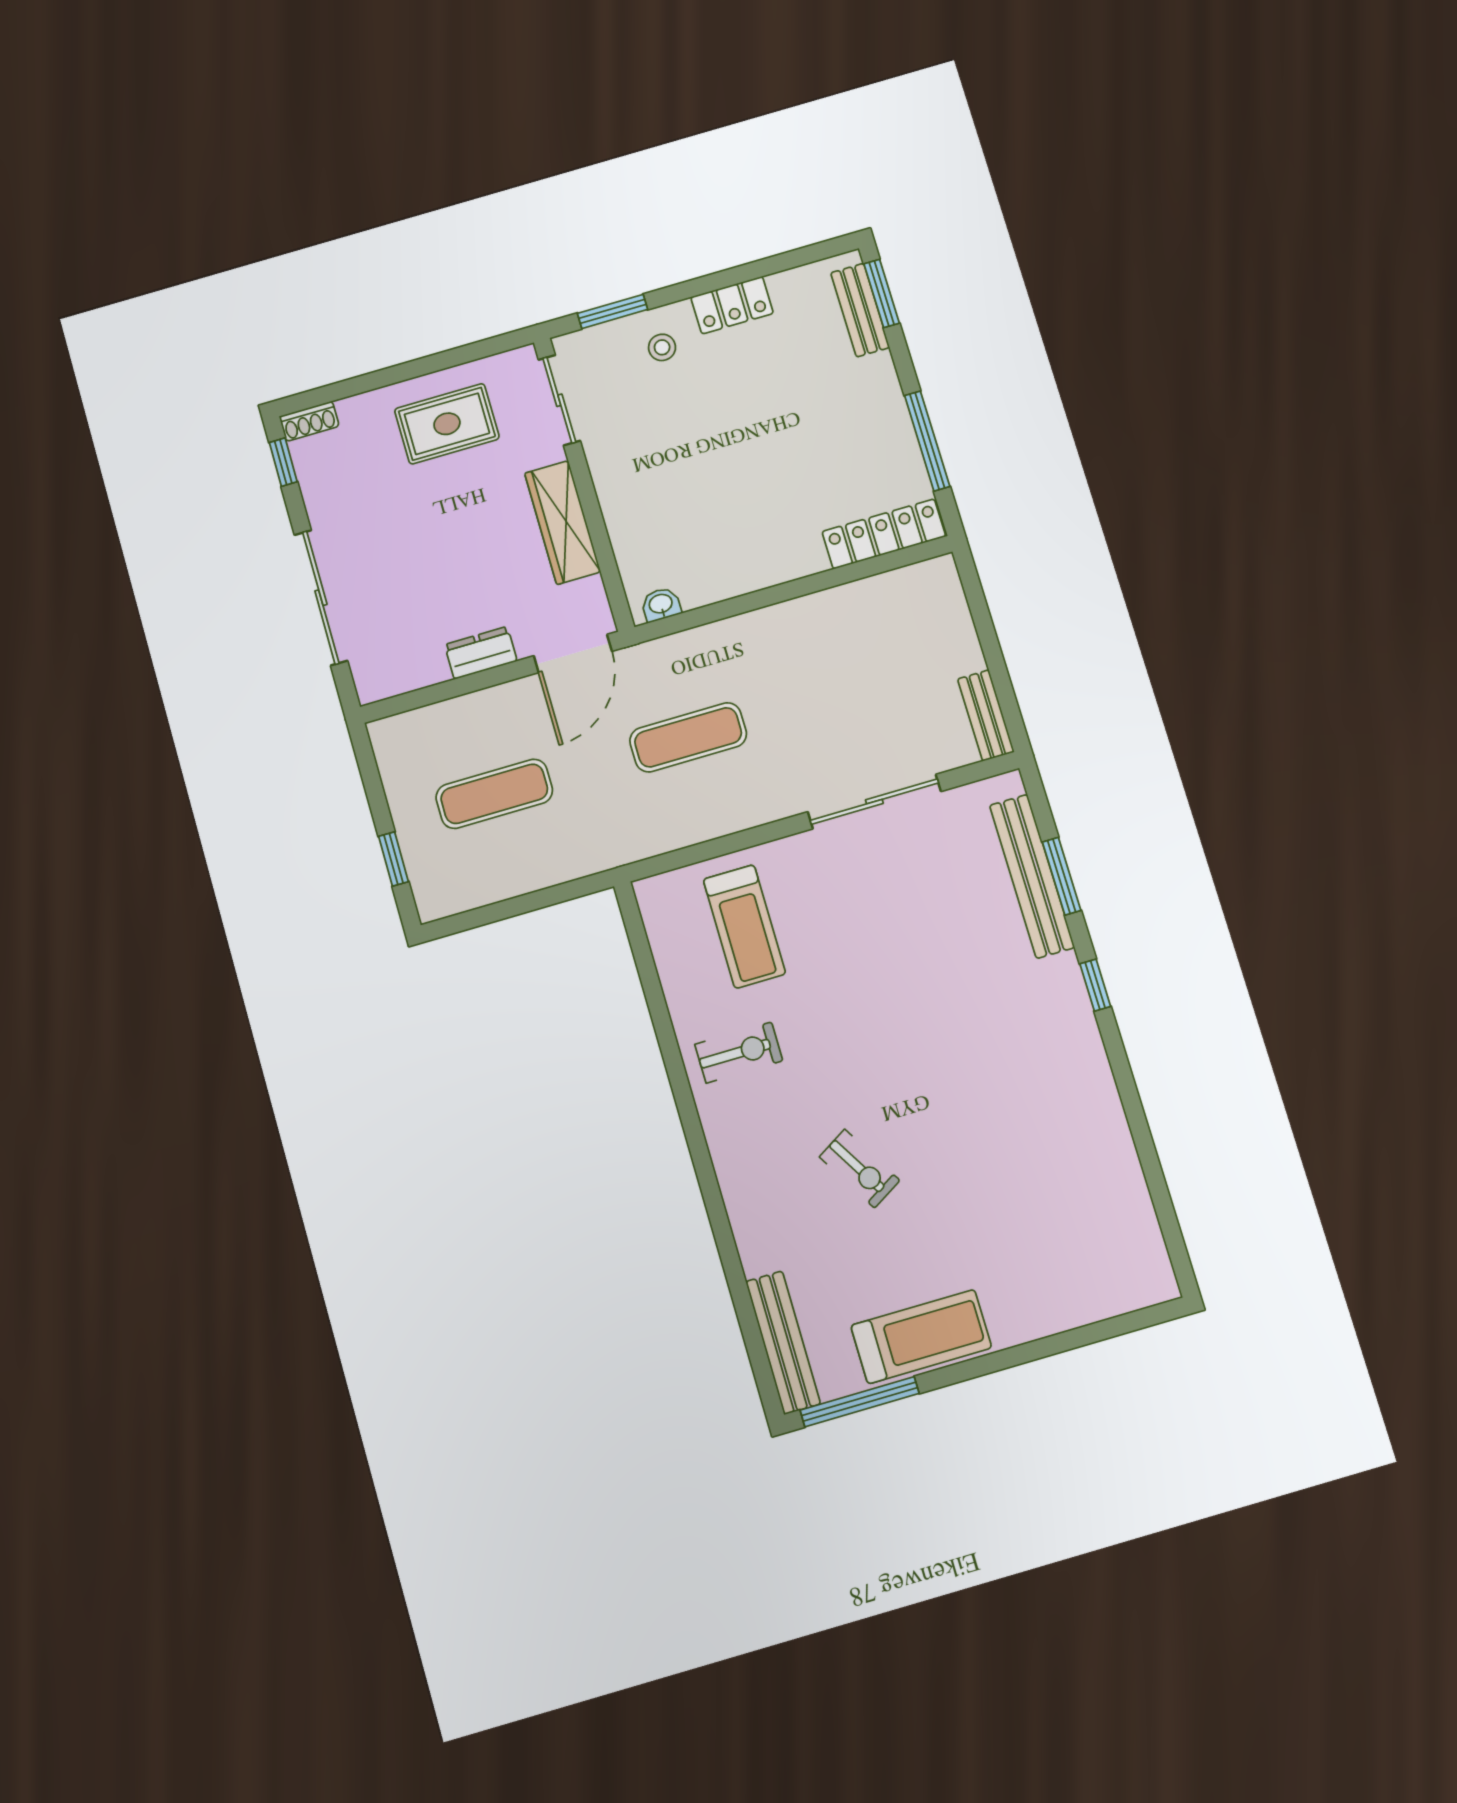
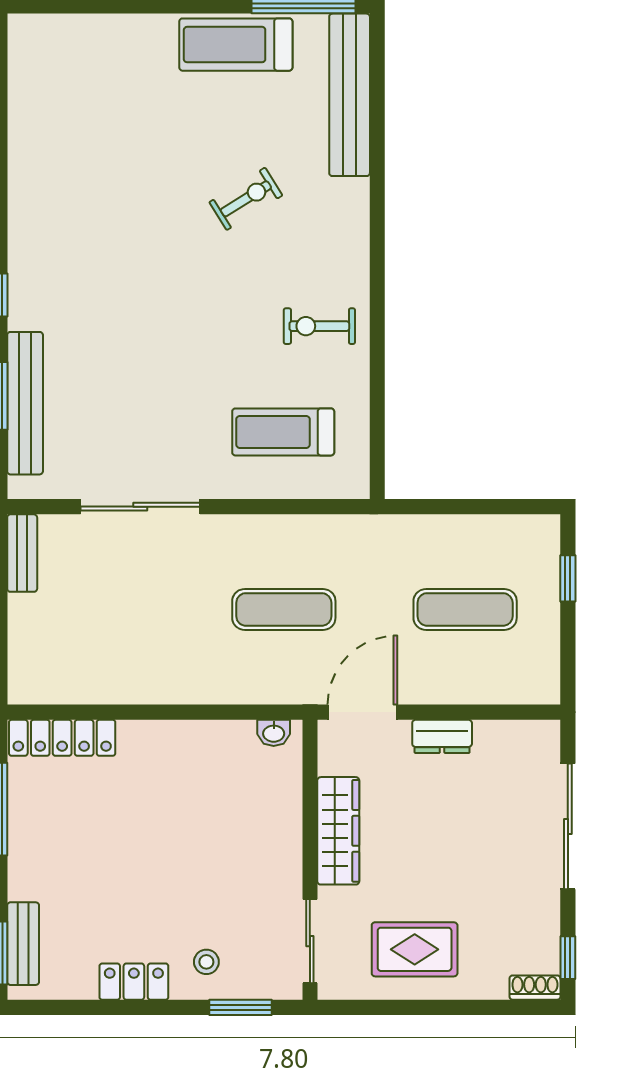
treadmill: (744, 927) -> (283, 432), turned -90
exercise bike: (860, 1169) -> (246, 199), turned 89
bench: (783, 1343) -> (350, 95), width x1.37, depth x1.21

